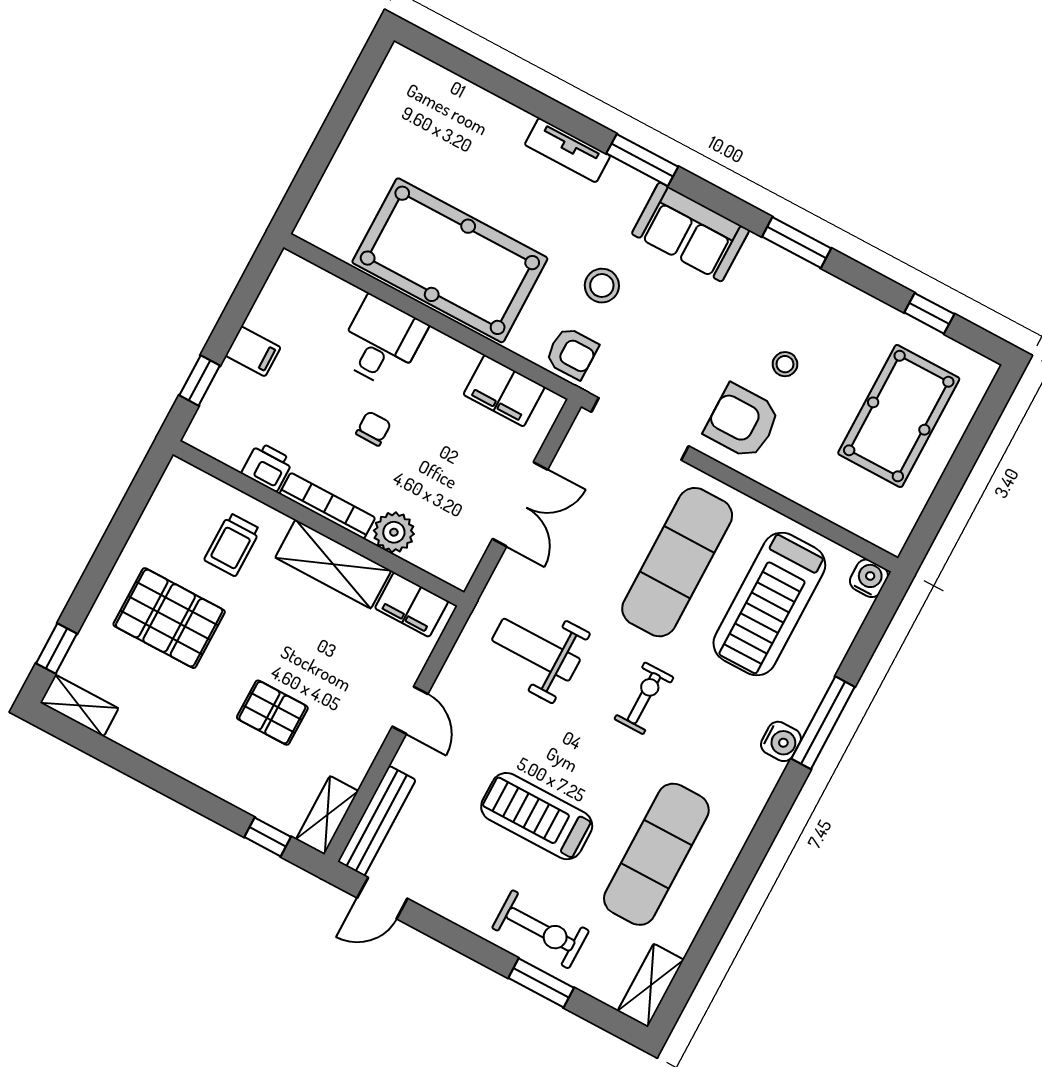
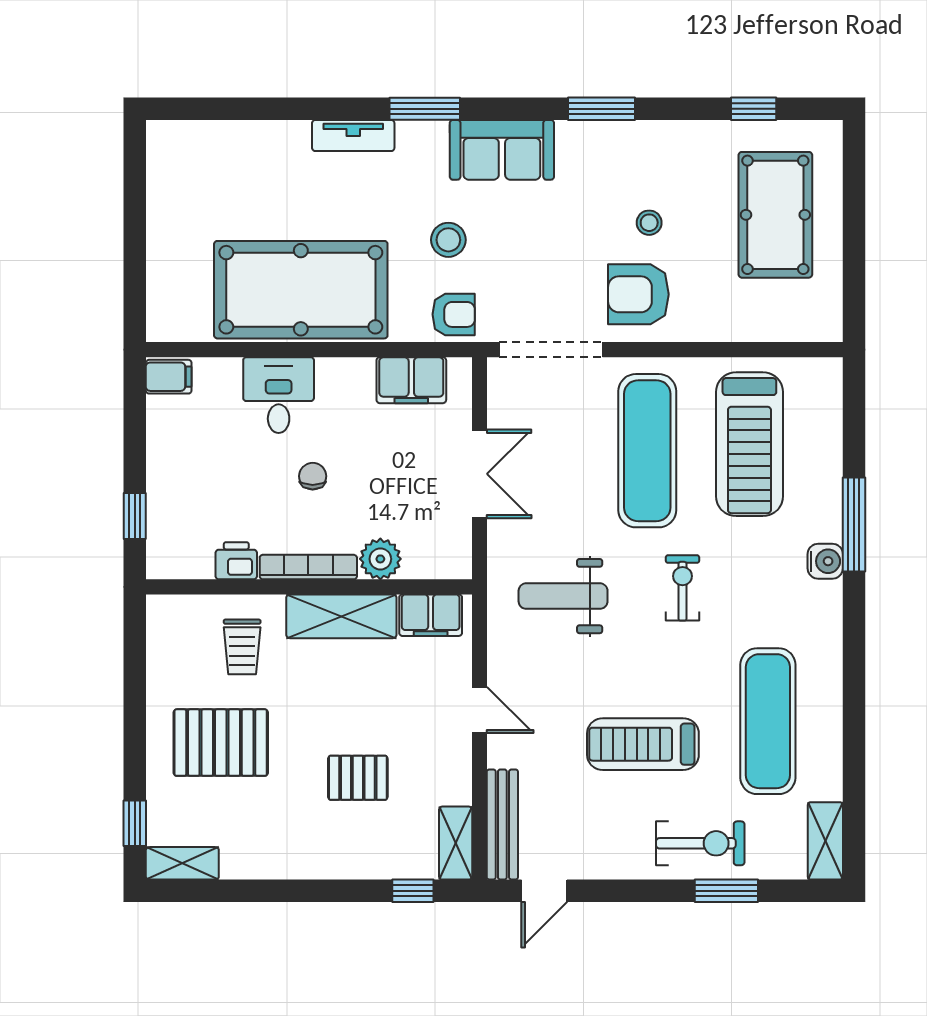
filing cabinet: (253, 351) -> (169, 377), moved
water cooler: (869, 578) -> (826, 374), removed

